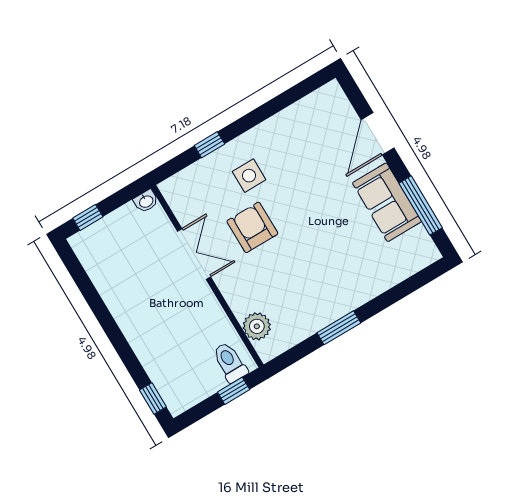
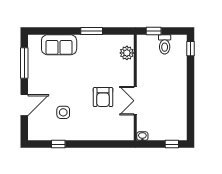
window: (209, 145) -> (58, 144), moved
side table: (249, 176) -> (63, 112), moved
sofa: (387, 202) -> (59, 45), moved, turned 90
toilet: (230, 362) -> (165, 44), moved

